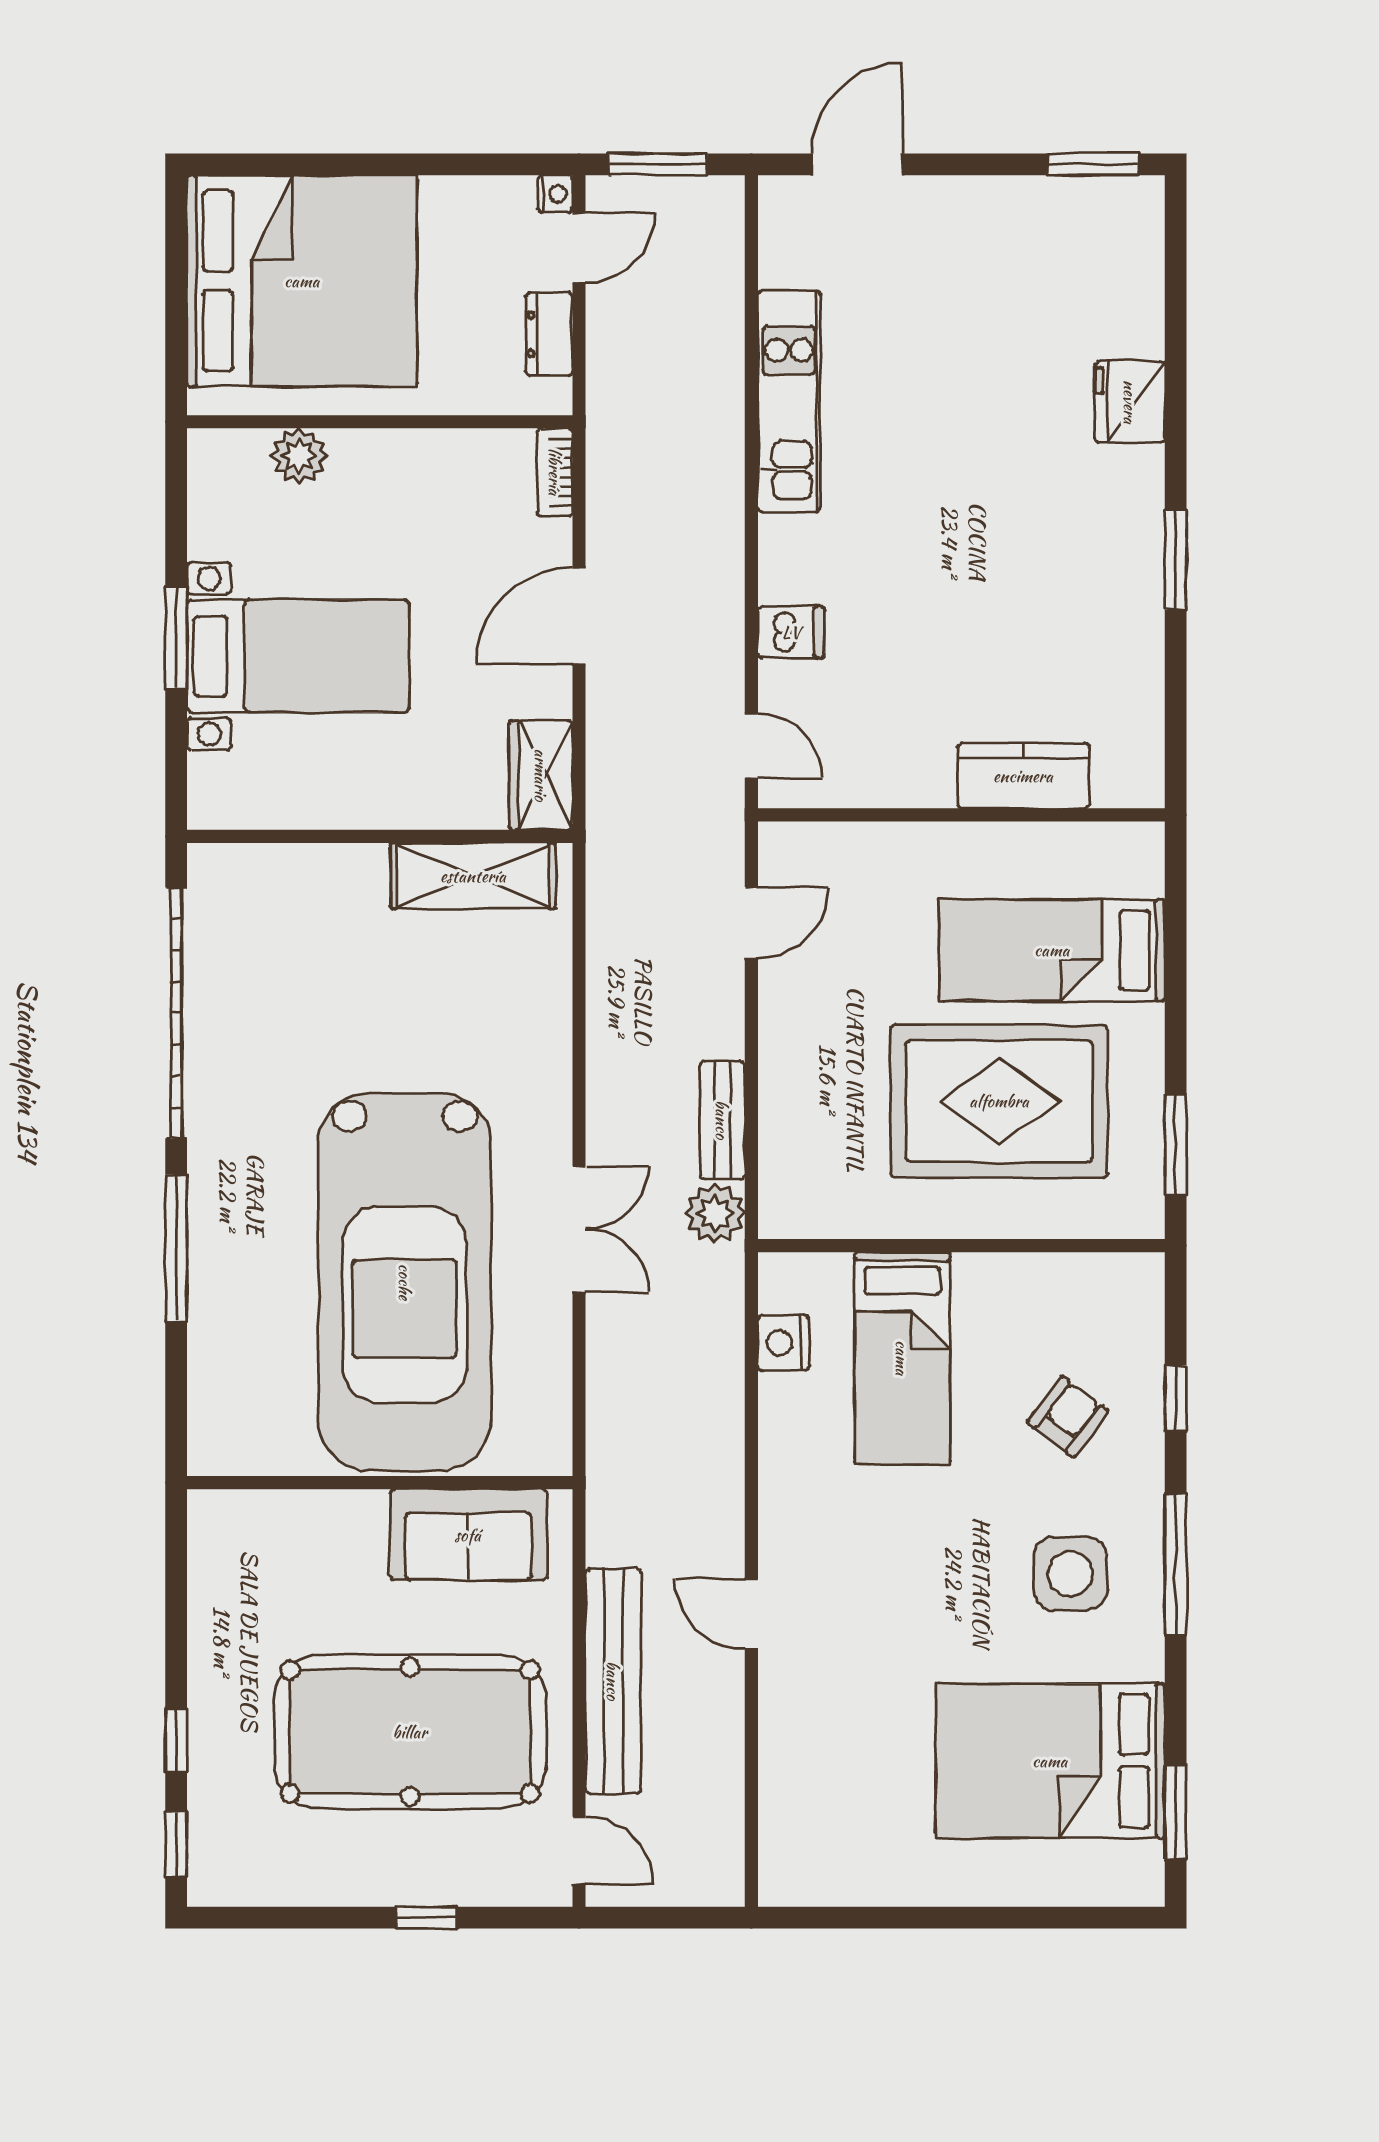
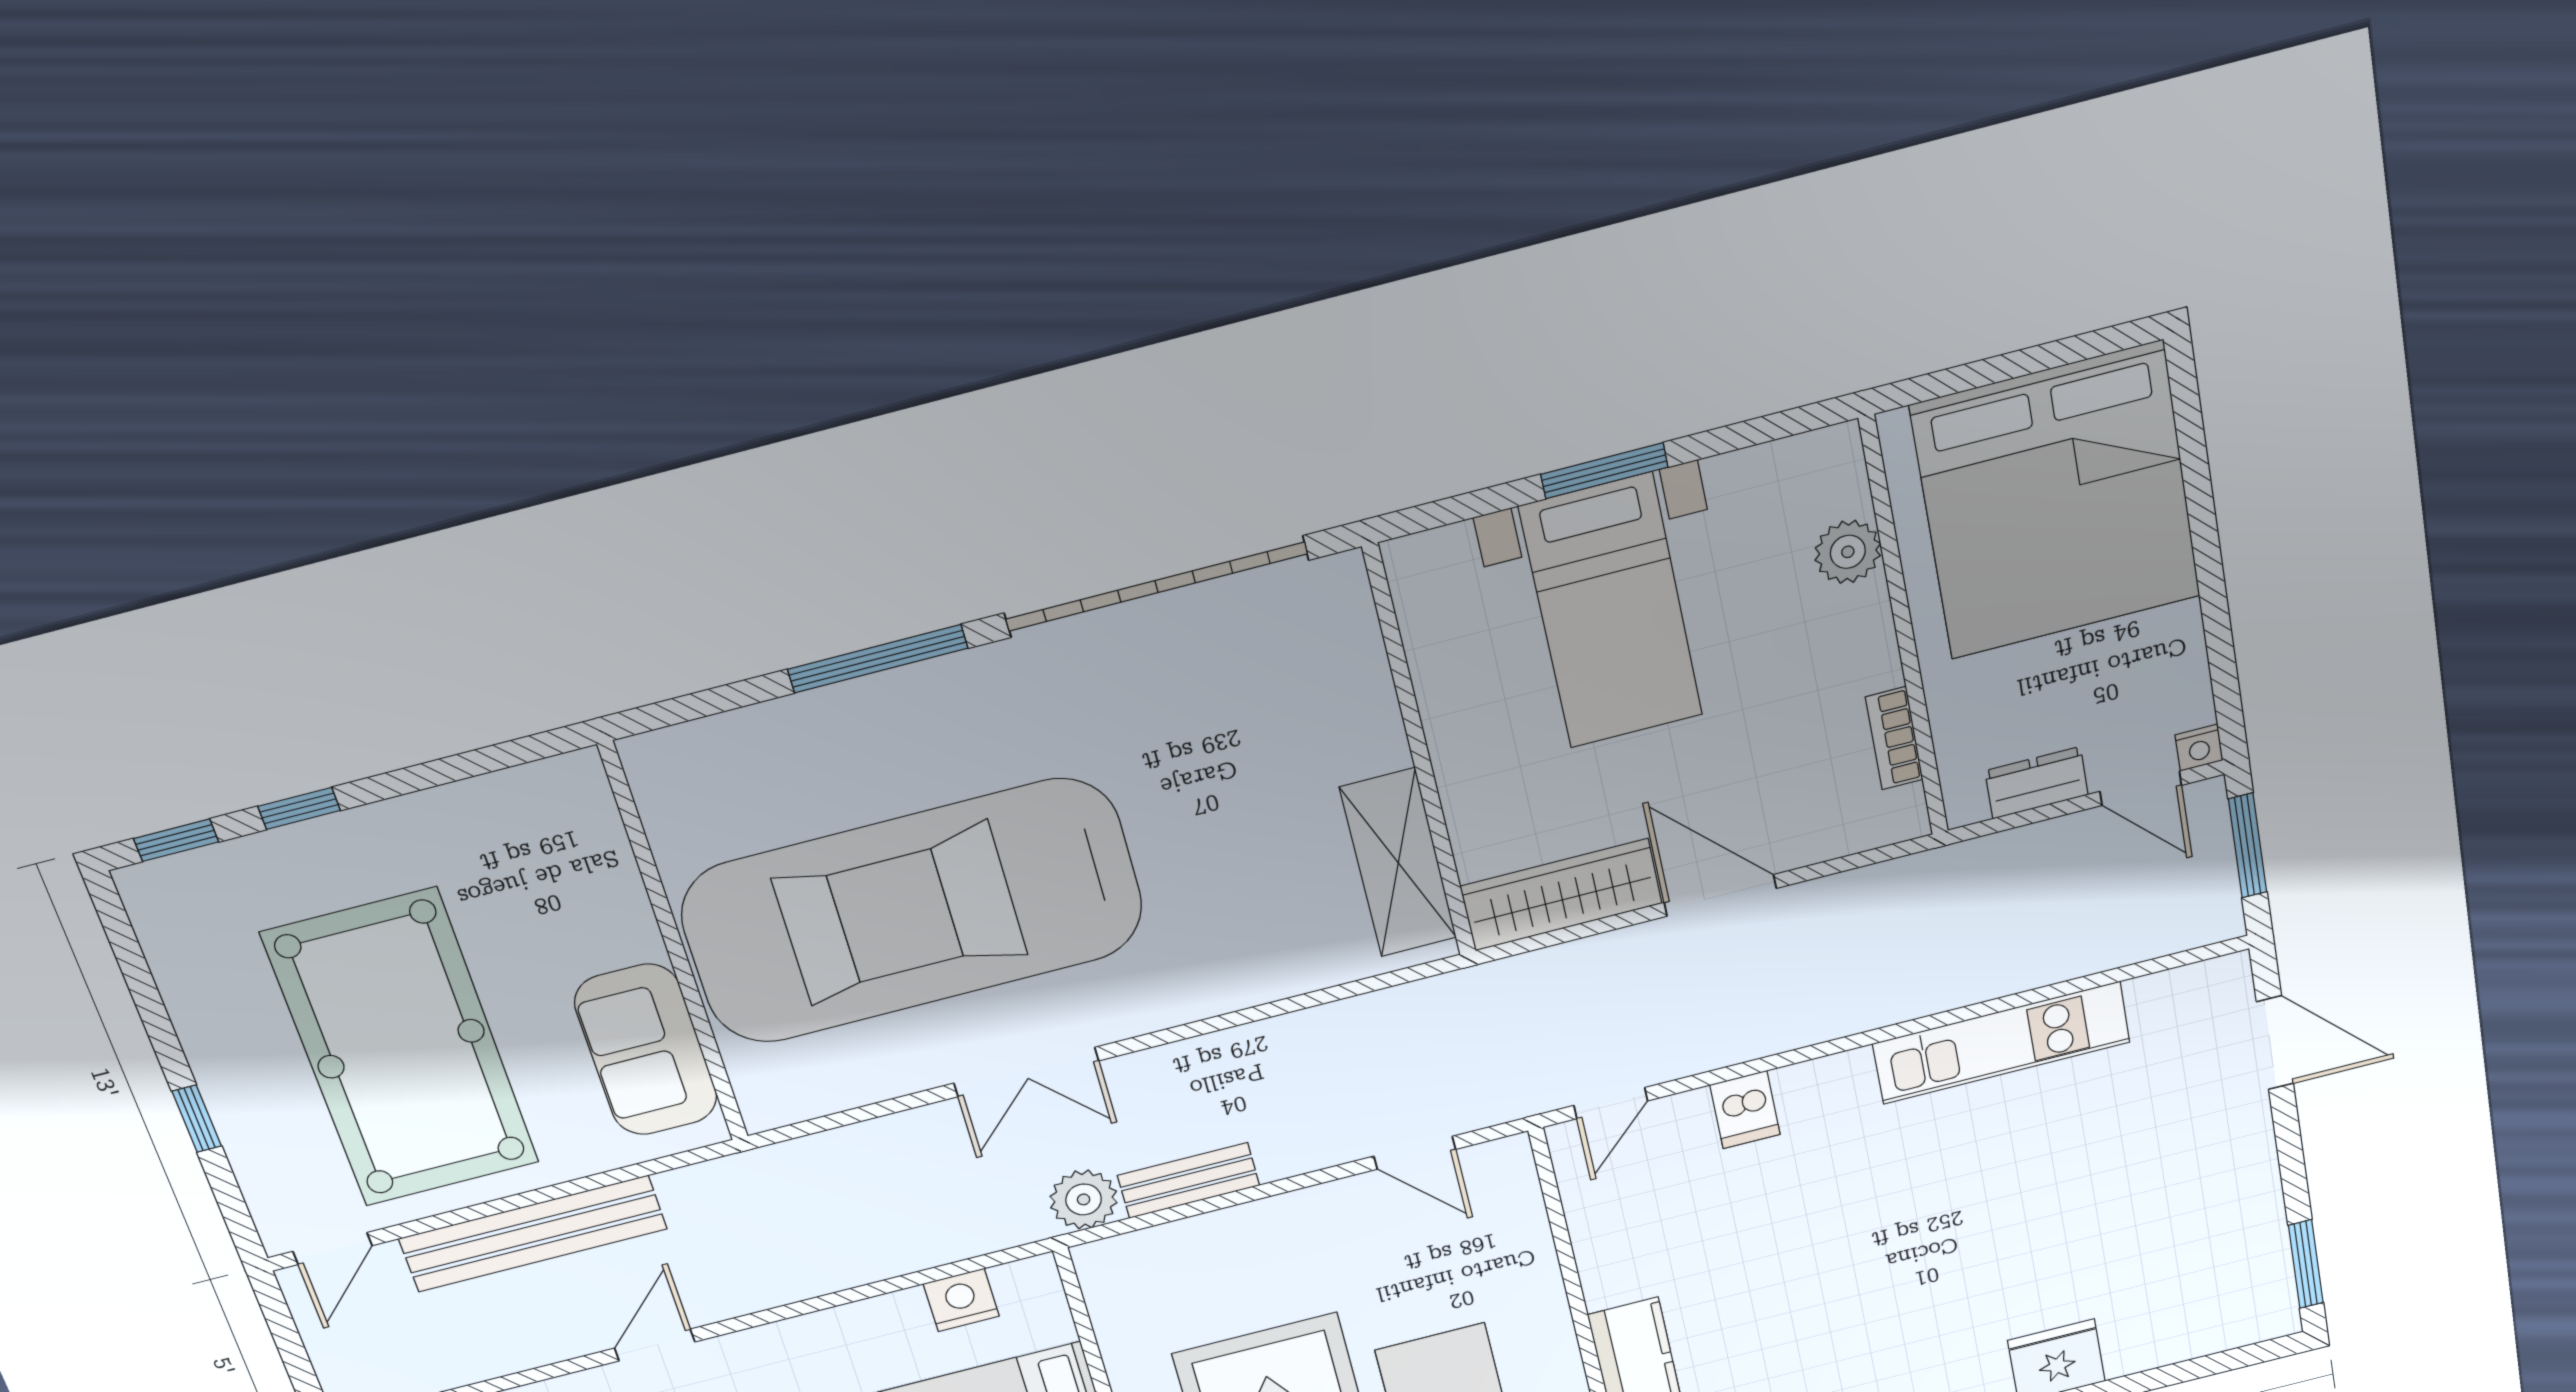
bookcase: (555, 472) -> (1894, 738), moved, turned -90
wardrobe: (541, 775) -> (1561, 895), width x1.50

